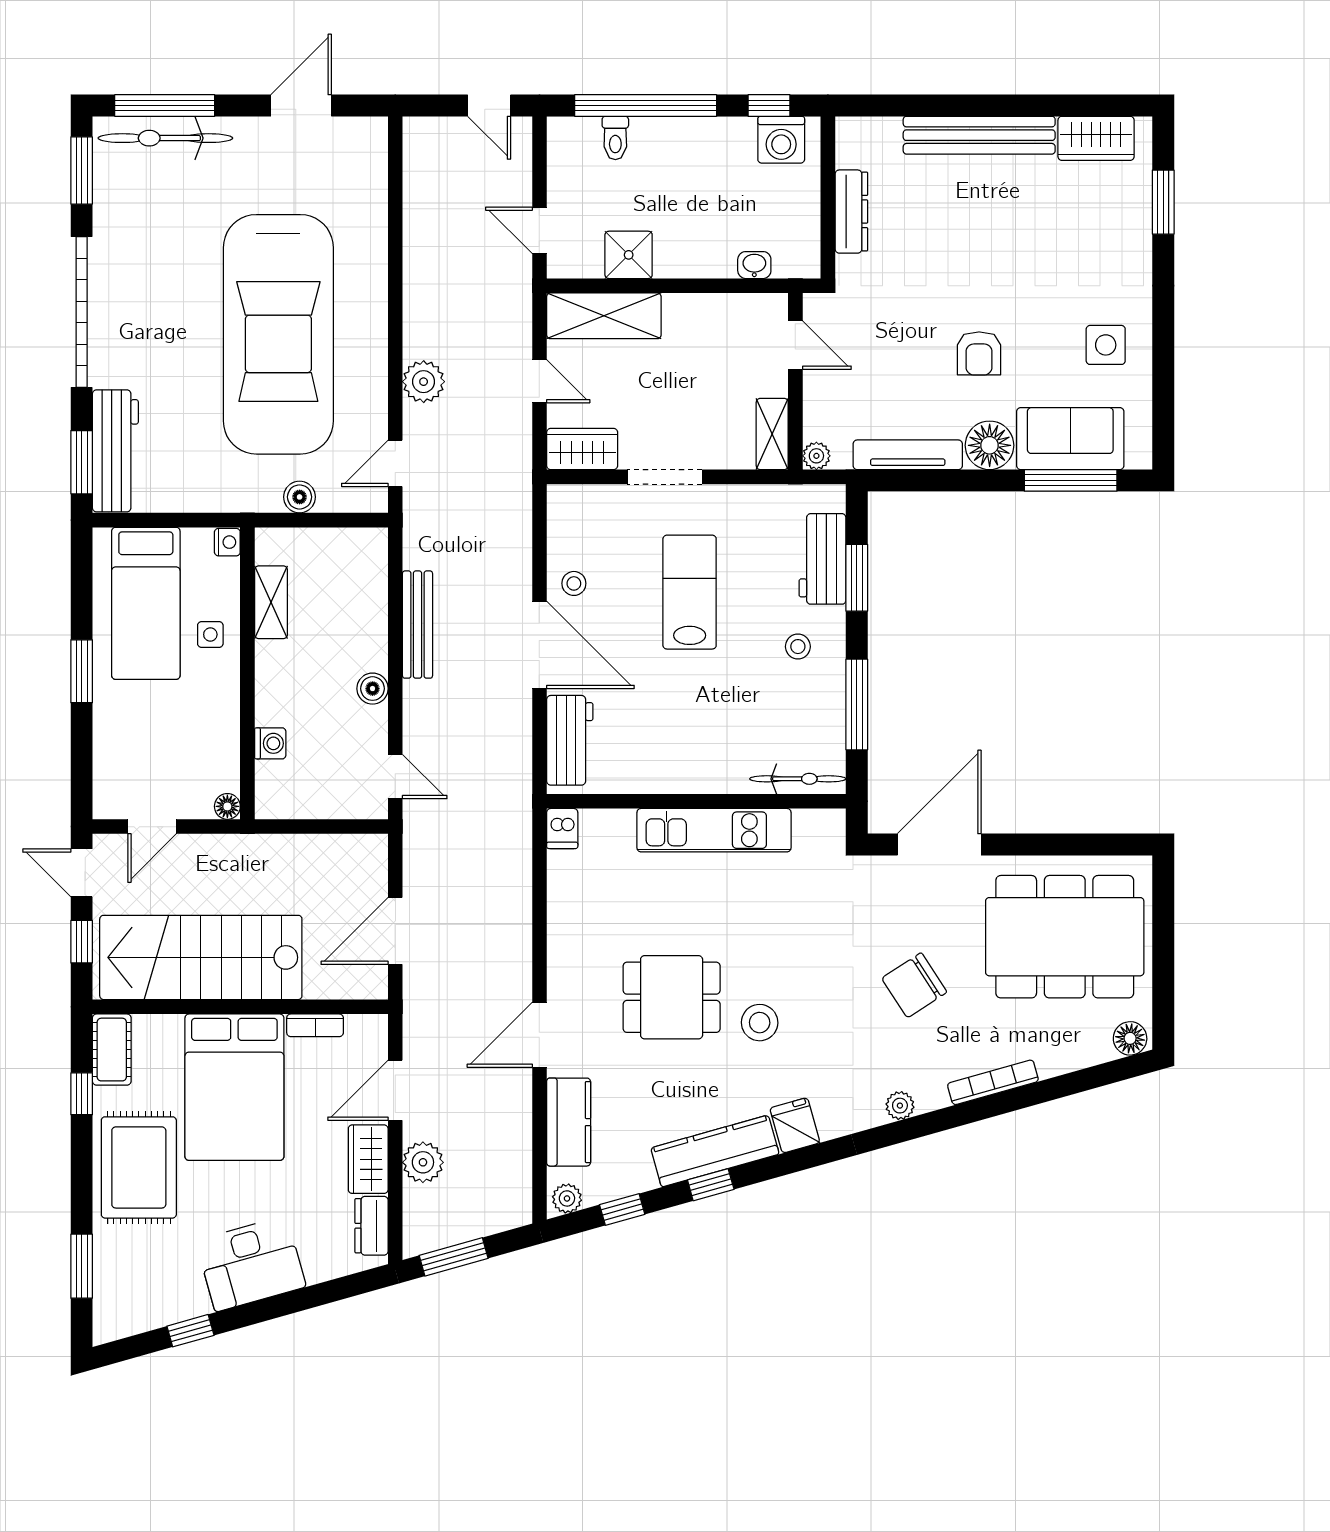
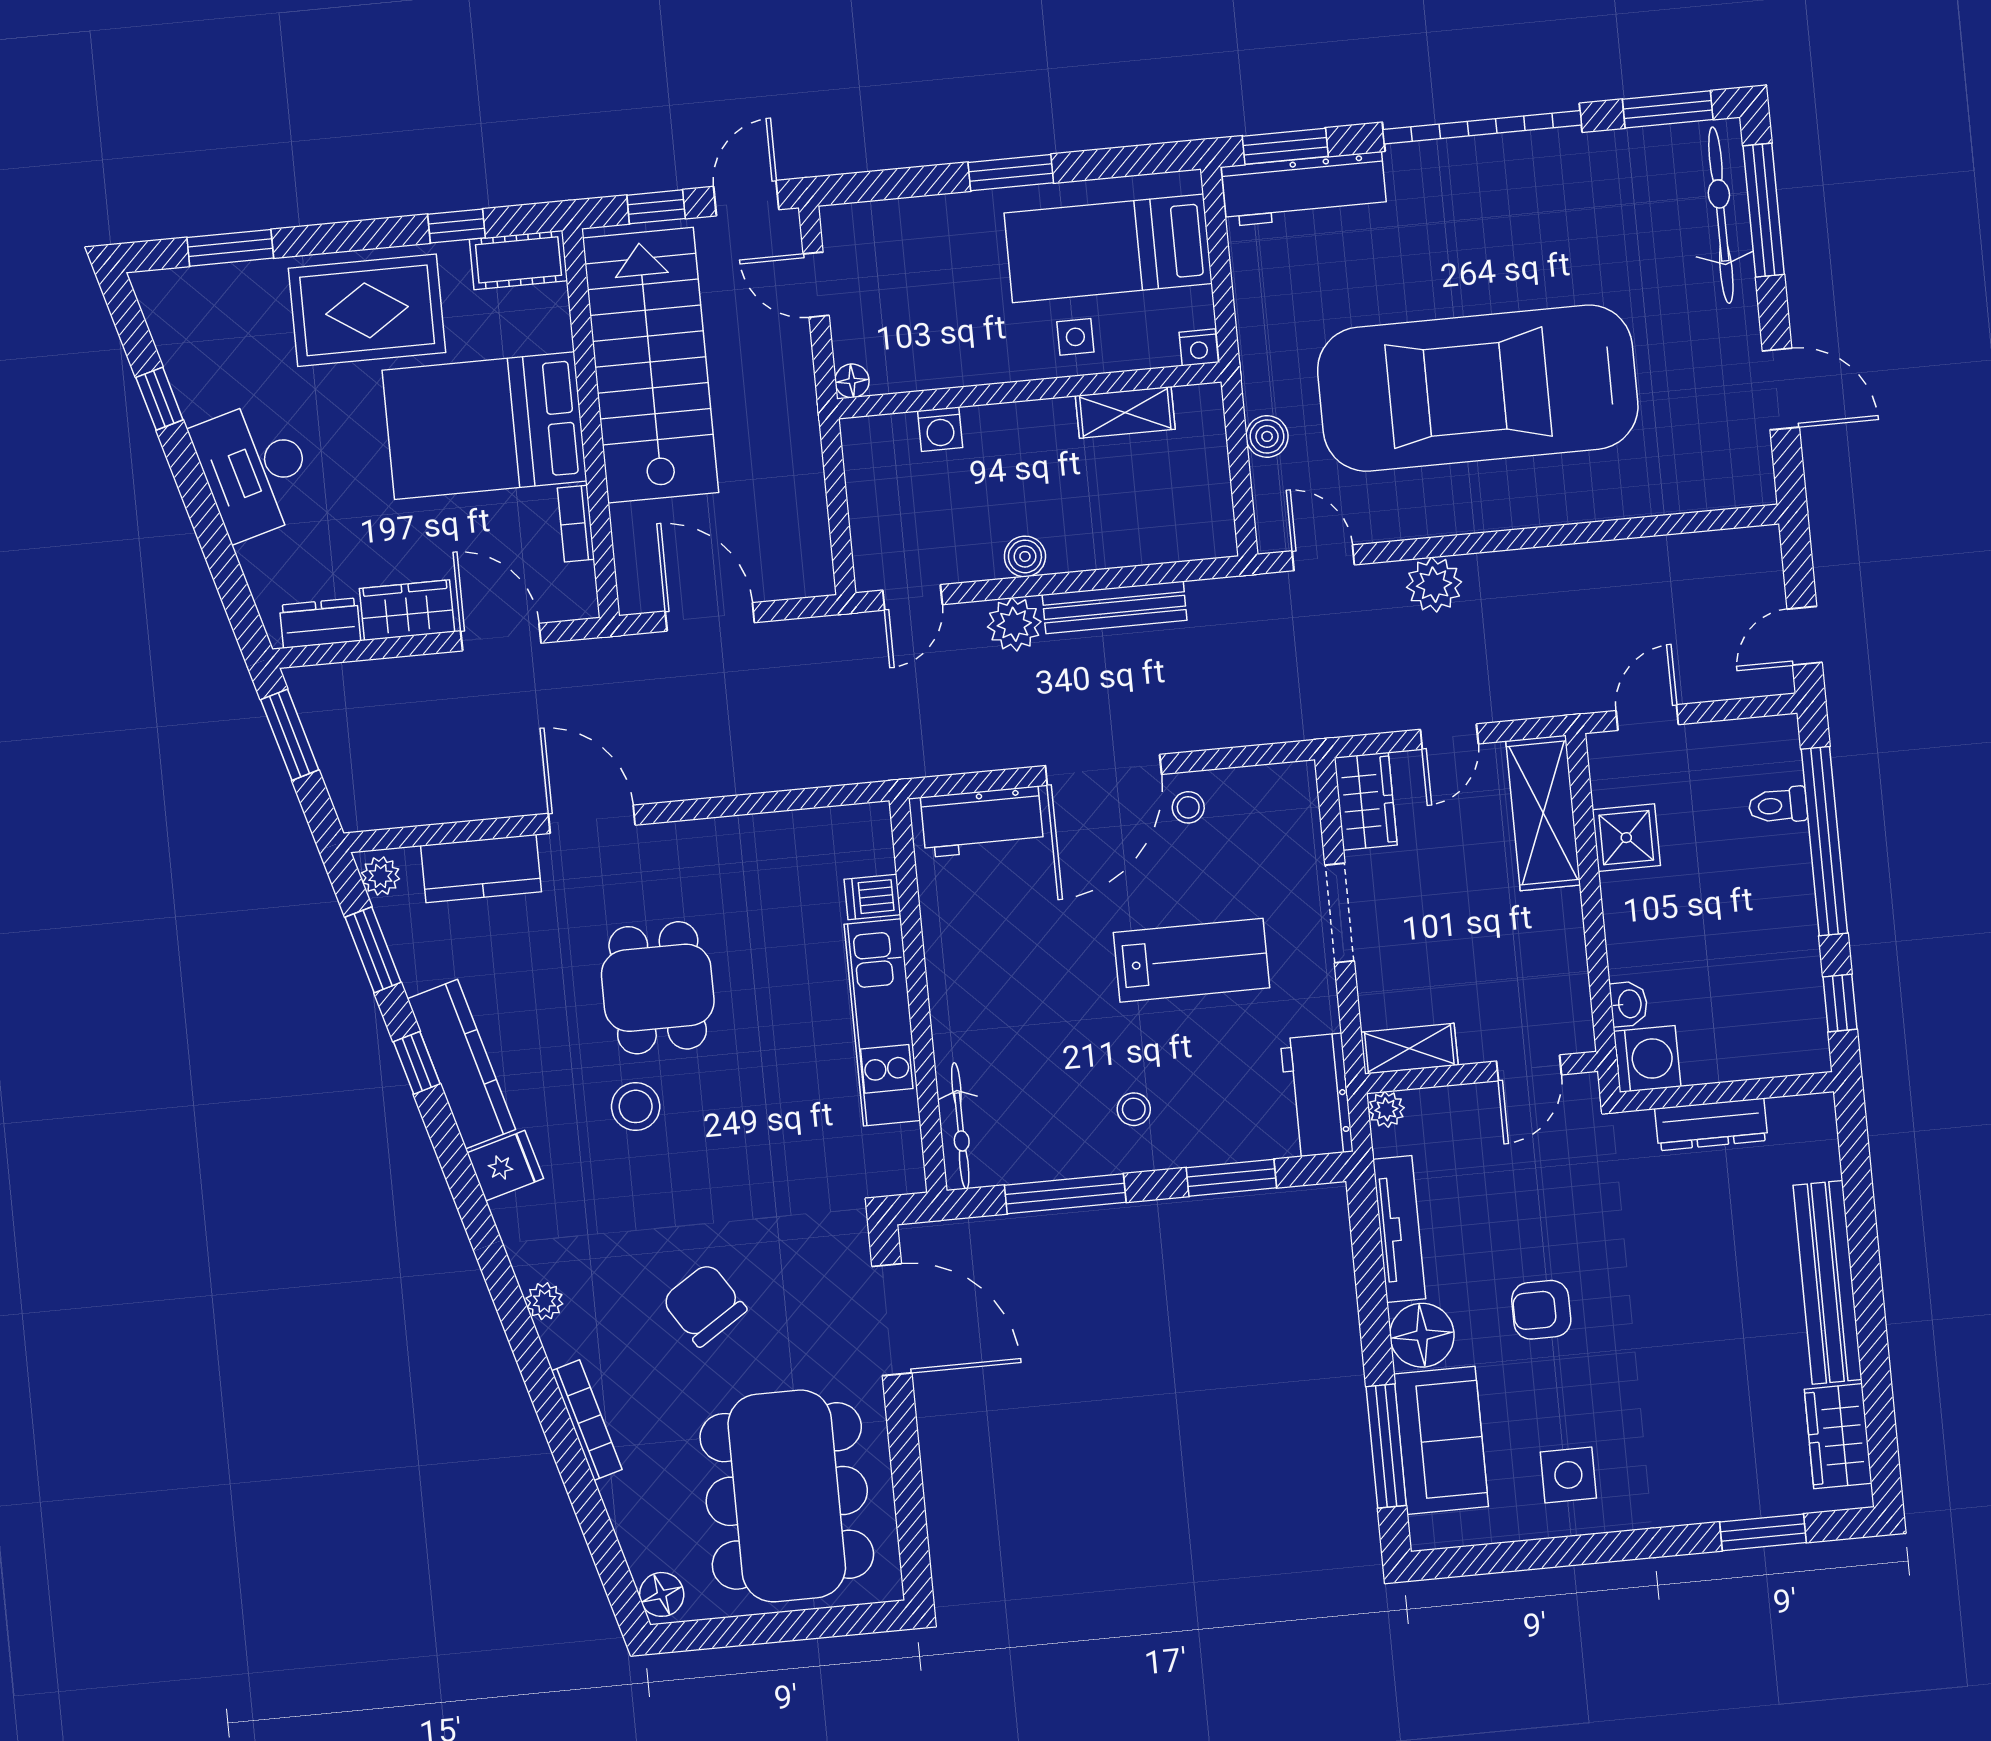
washing machine: (781, 140) -> (1647, 1059), moved, turned 180
workbench: (823, 559) -> (1317, 1095), moved, turned -90
dishwasher: (562, 829) -> (872, 897), moved
plant: (423, 1162) -> (1014, 624), moved
window: (622, 1210) -> (373, 950), width x1.50

